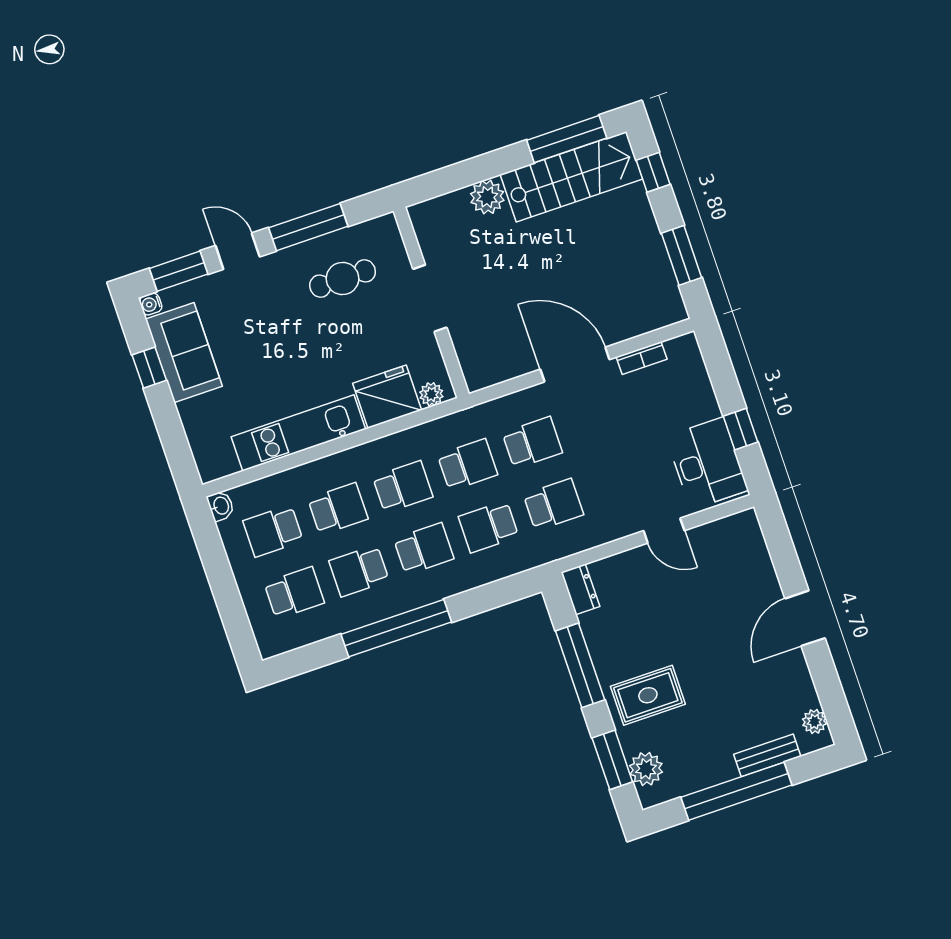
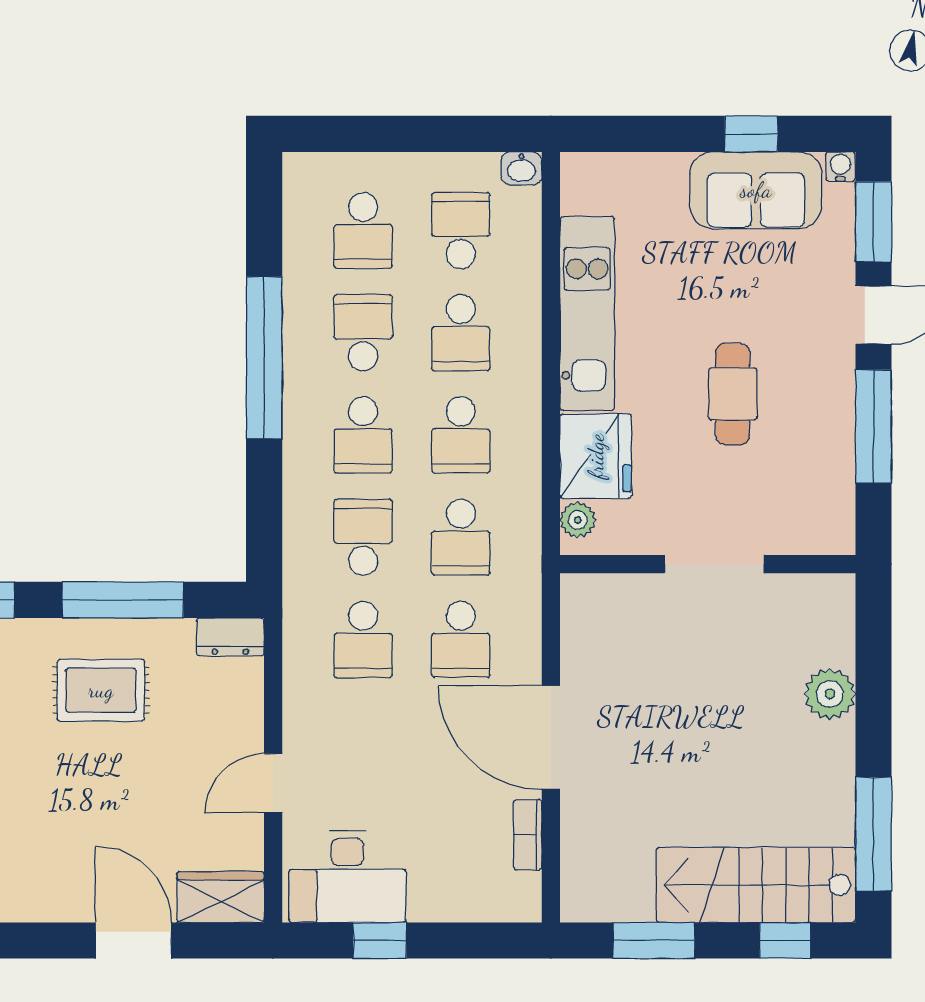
stairs: (572, 177) -> (756, 885), moved, turned 90
cafe table: (343, 279) -> (733, 394), moved
door: (575, 364) -> (551, 737), swing flipped
wardrobe: (748, 539) -> (221, 897), added
door: (805, 618) -> (133, 940), moved
rug: (648, 695) -> (101, 690), moved, turned 90

